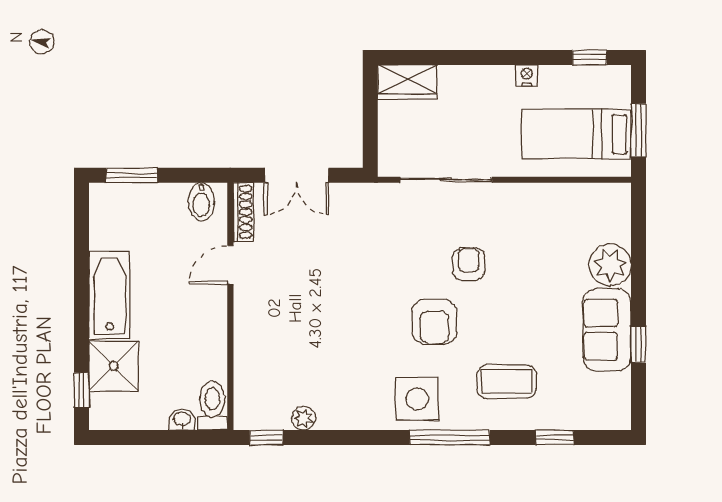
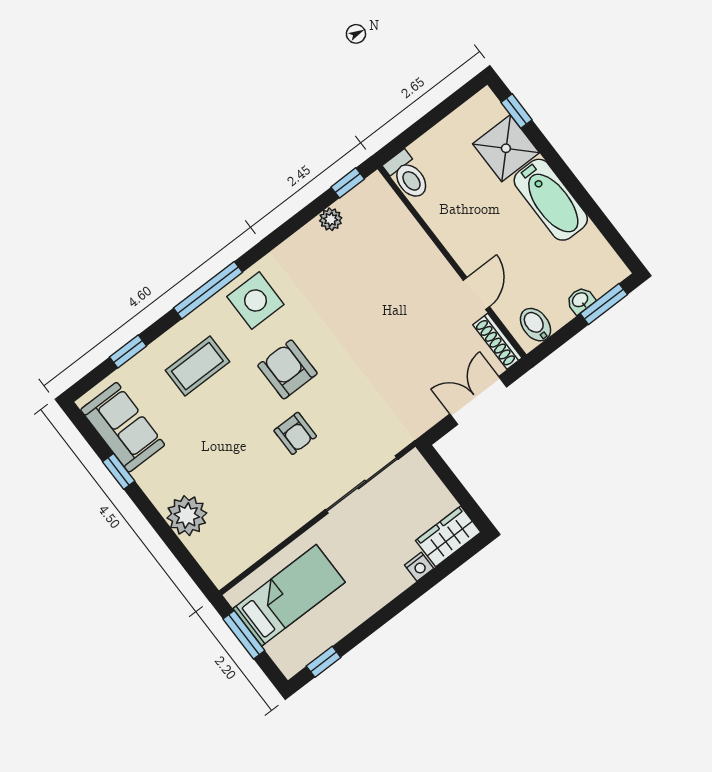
nightstand: (527, 75) -> (419, 567), moved
sofa: (607, 330) -> (123, 427), moved
washbasin: (182, 420) -> (580, 300), moved, turned 180

